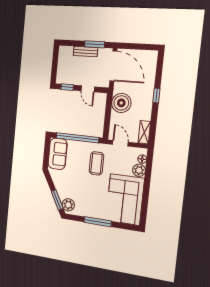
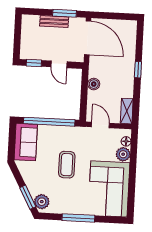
boiler: (121, 103) -> (94, 84), width x0.54, depth x0.54
coffee table: (96, 163) -> (67, 165), moved

